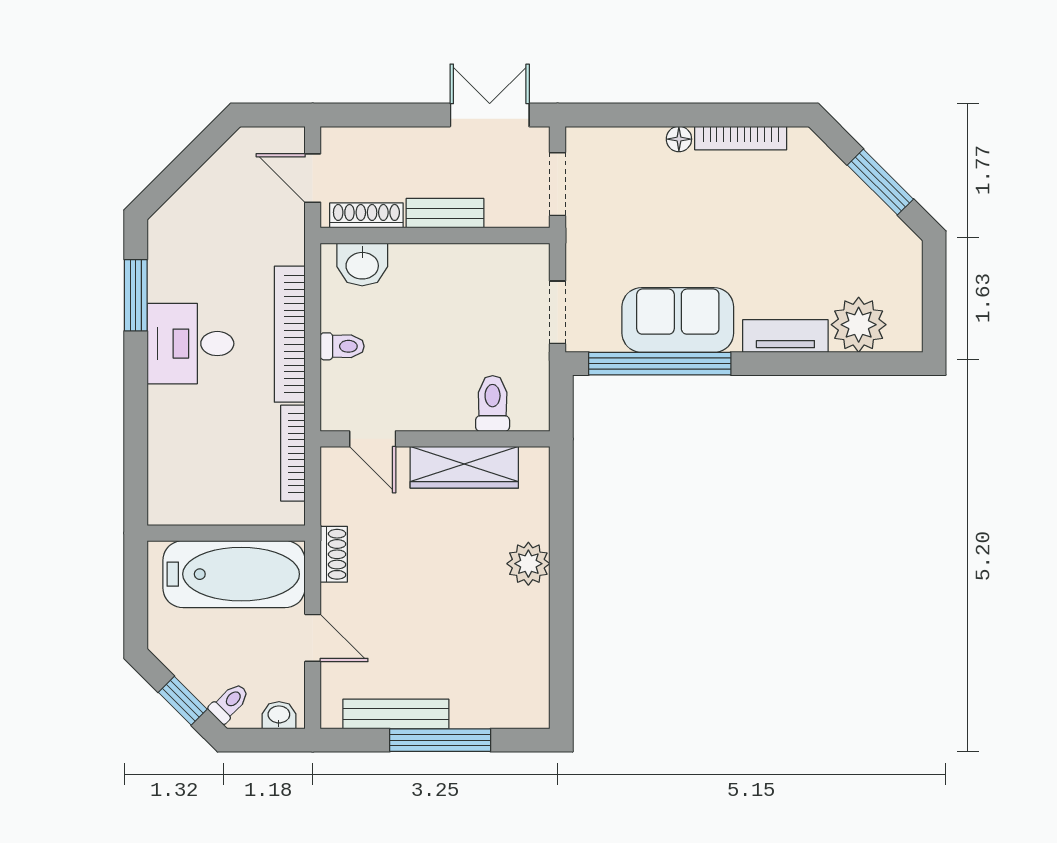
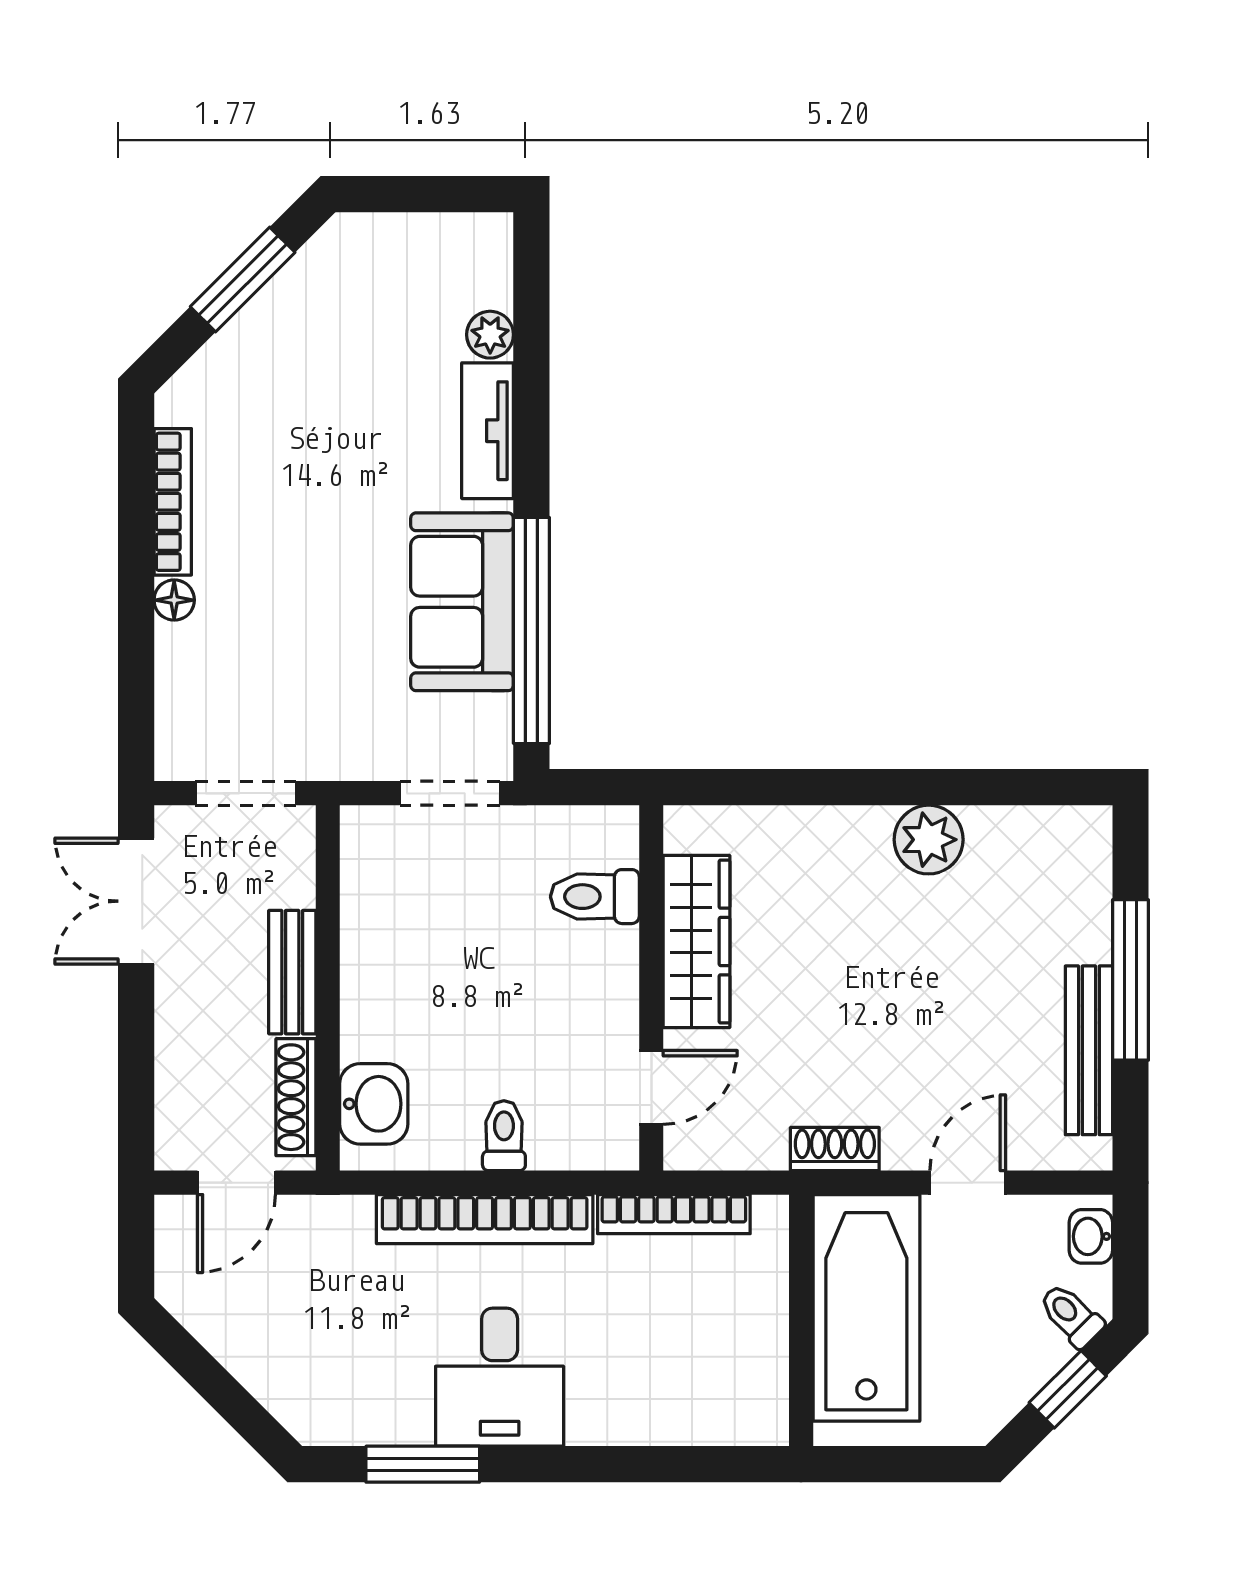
plant: (859, 325) -> (490, 335), width x0.53, depth x0.53
plant: (528, 564) -> (929, 840), moved

